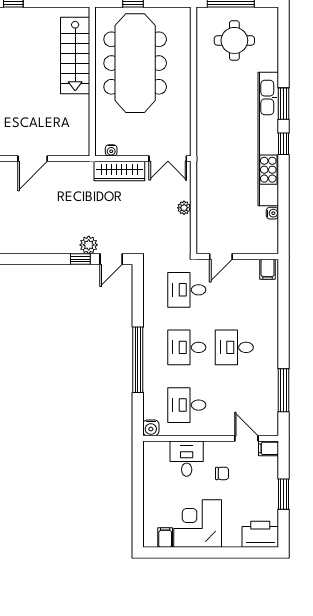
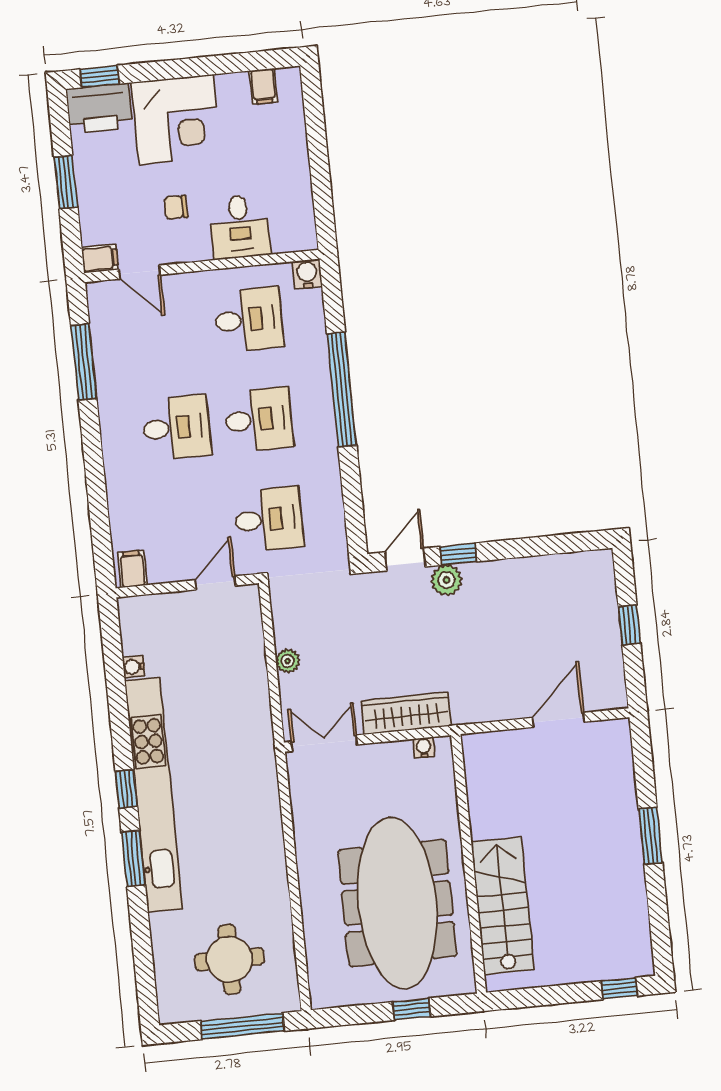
corner desk: (198, 524) -> (176, 120), moved
window: (258, 552) -> (100, 77), added

